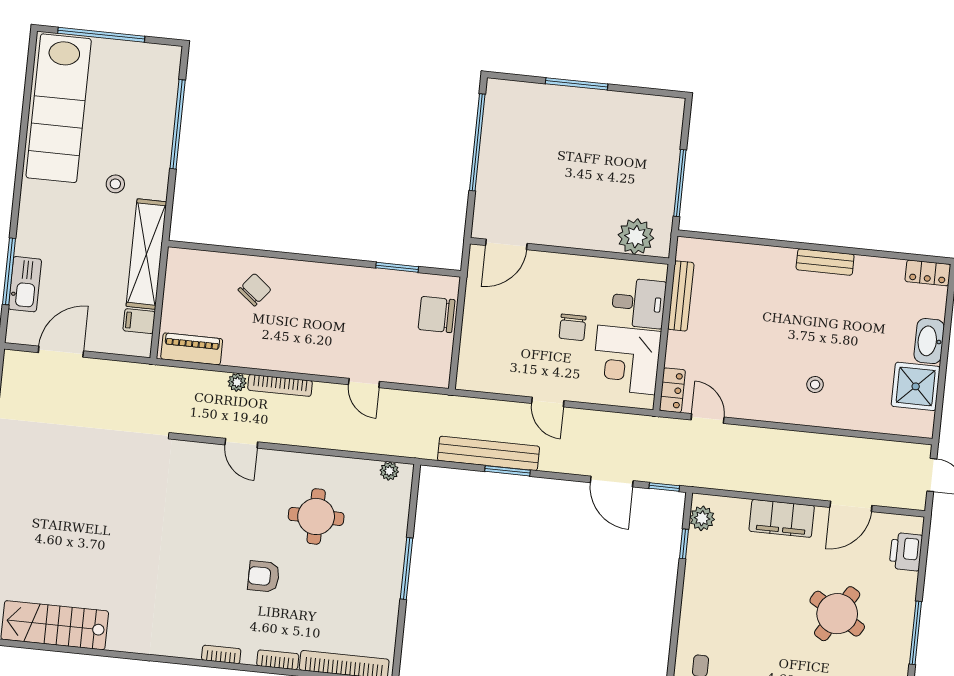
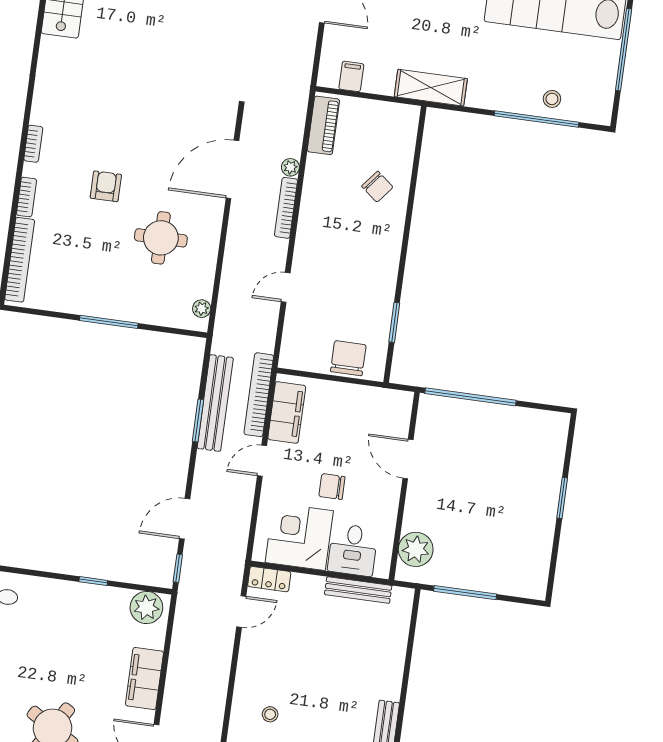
window: (577, 84) -> (562, 498), width x0.69
window: (477, 142) -> (471, 397), moved
stool: (115, 184) -> (552, 99), moved
door: (506, 244) -> (408, 459), moved
shelving: (146, 254) -> (431, 88), width x0.68
filing cabinet: (496, 378) -> (287, 412), added
bookcase: (478, 408) -> (259, 395), added
door: (241, 443) -> (232, 169), width x1.87
plant: (702, 518) -> (146, 608), width x1.36, depth x1.36
window: (684, 544) -> (93, 581), moved

